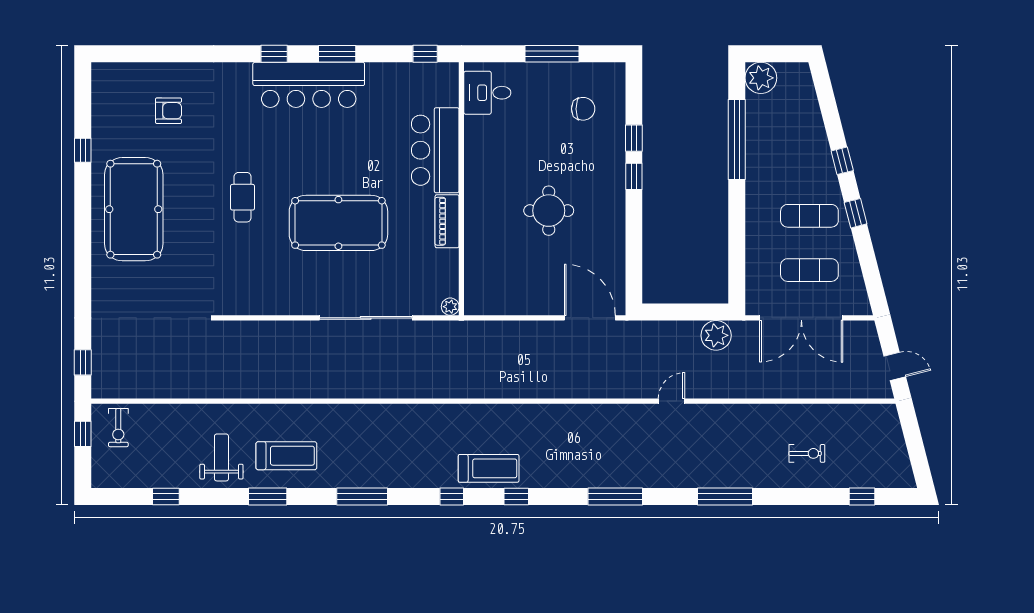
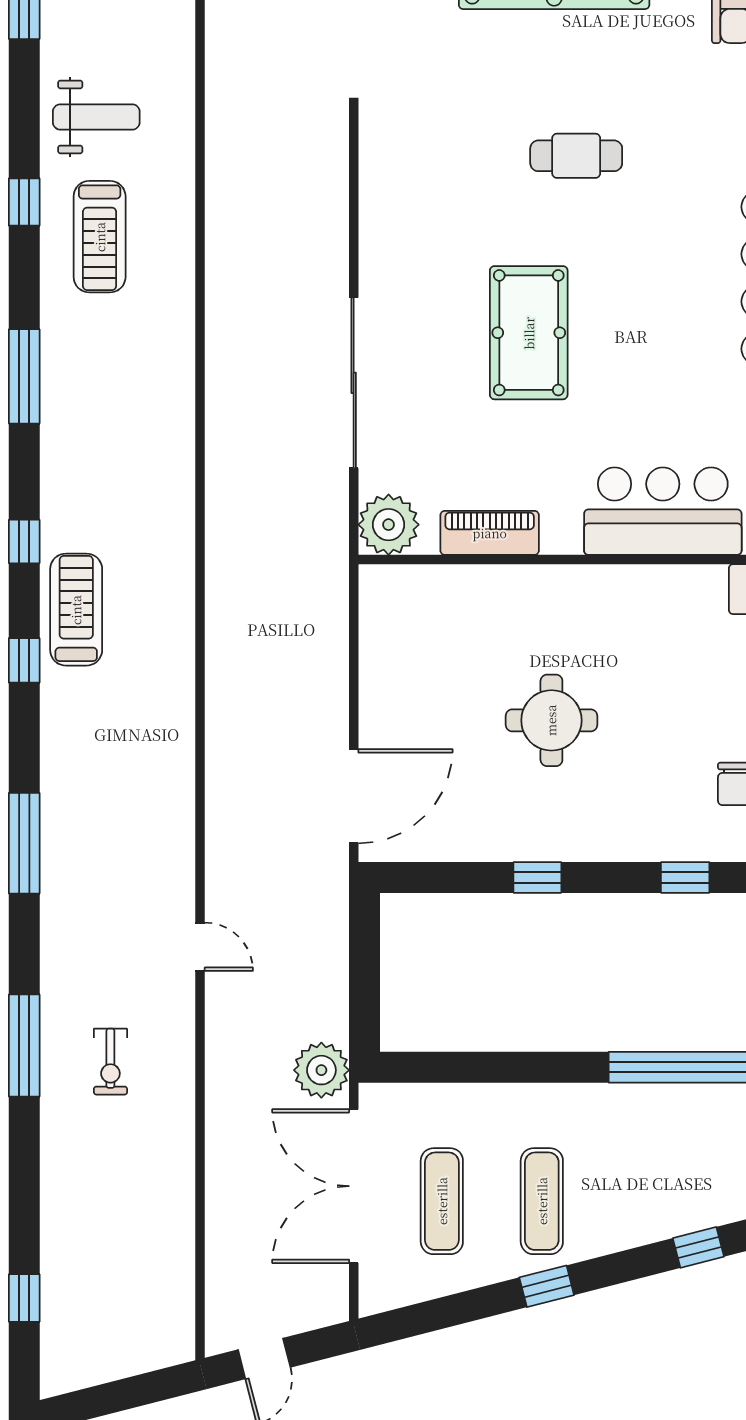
window: (842, 161) -> (698, 1247), moved
window: (634, 176) -> (537, 877), moved
piano: (447, 221) -> (490, 533), moved
pool table: (338, 223) -> (529, 333), width x0.73, depth x0.76
plant: (450, 307) -> (389, 525), width x1.88, depth x1.88
plant: (716, 335) -> (321, 1070), moved
exercise bike: (807, 453) -> (110, 1062), moved
treadmill: (489, 468) -> (76, 610), turned 180
window: (268, 497) -> (24, 202), width x0.67

